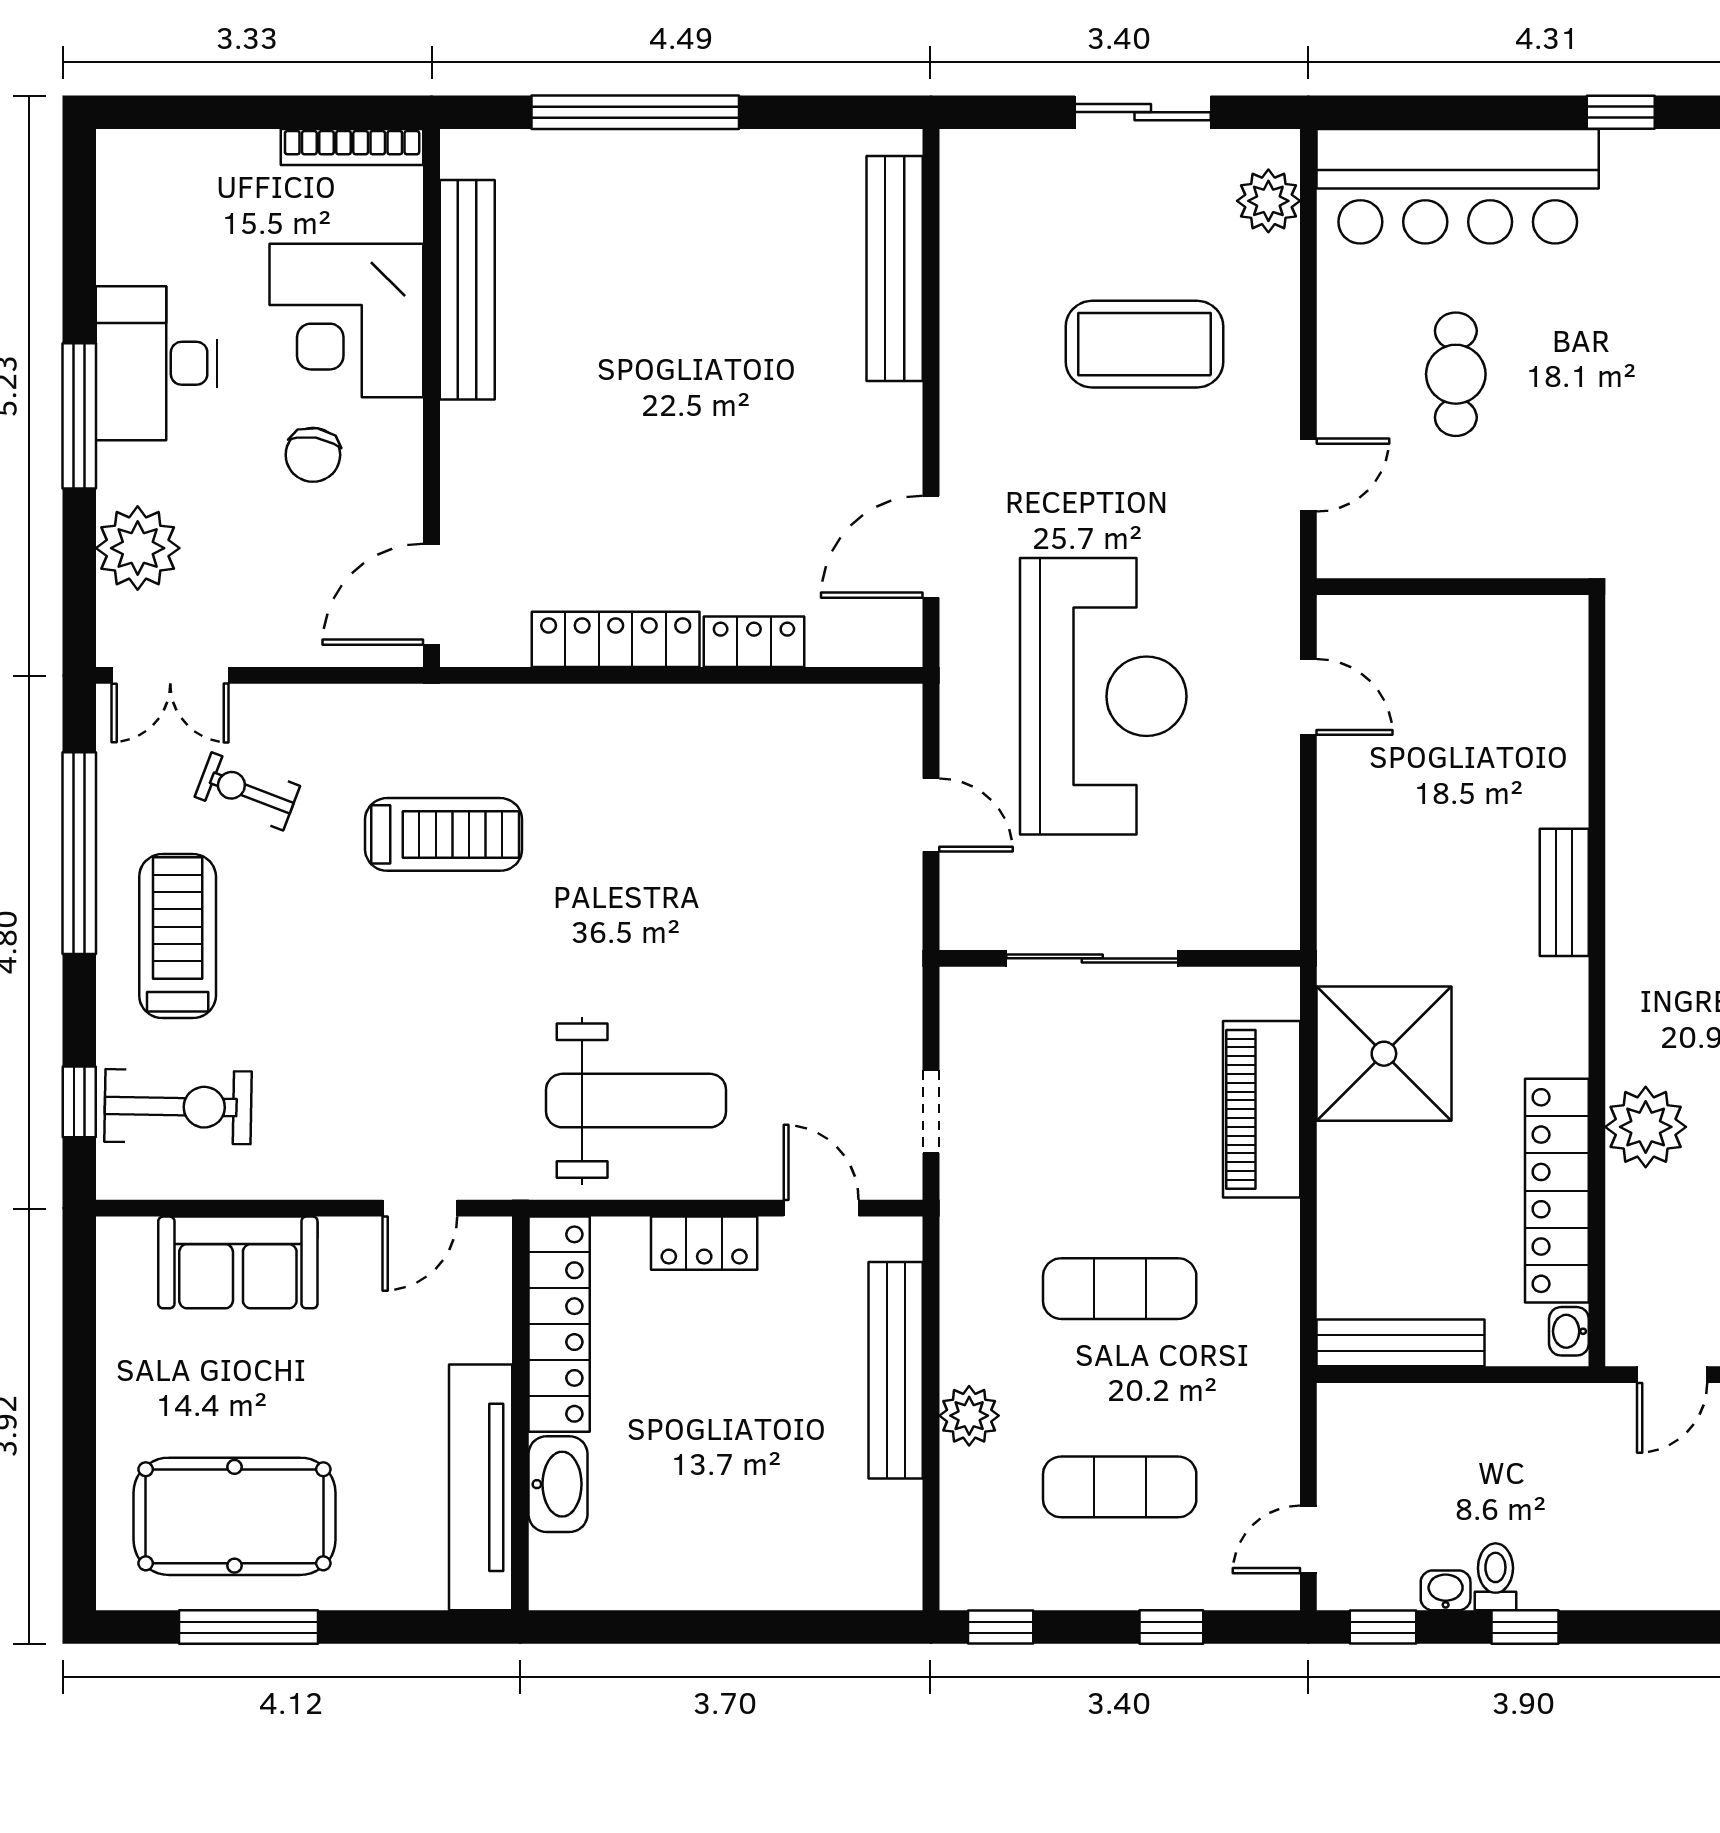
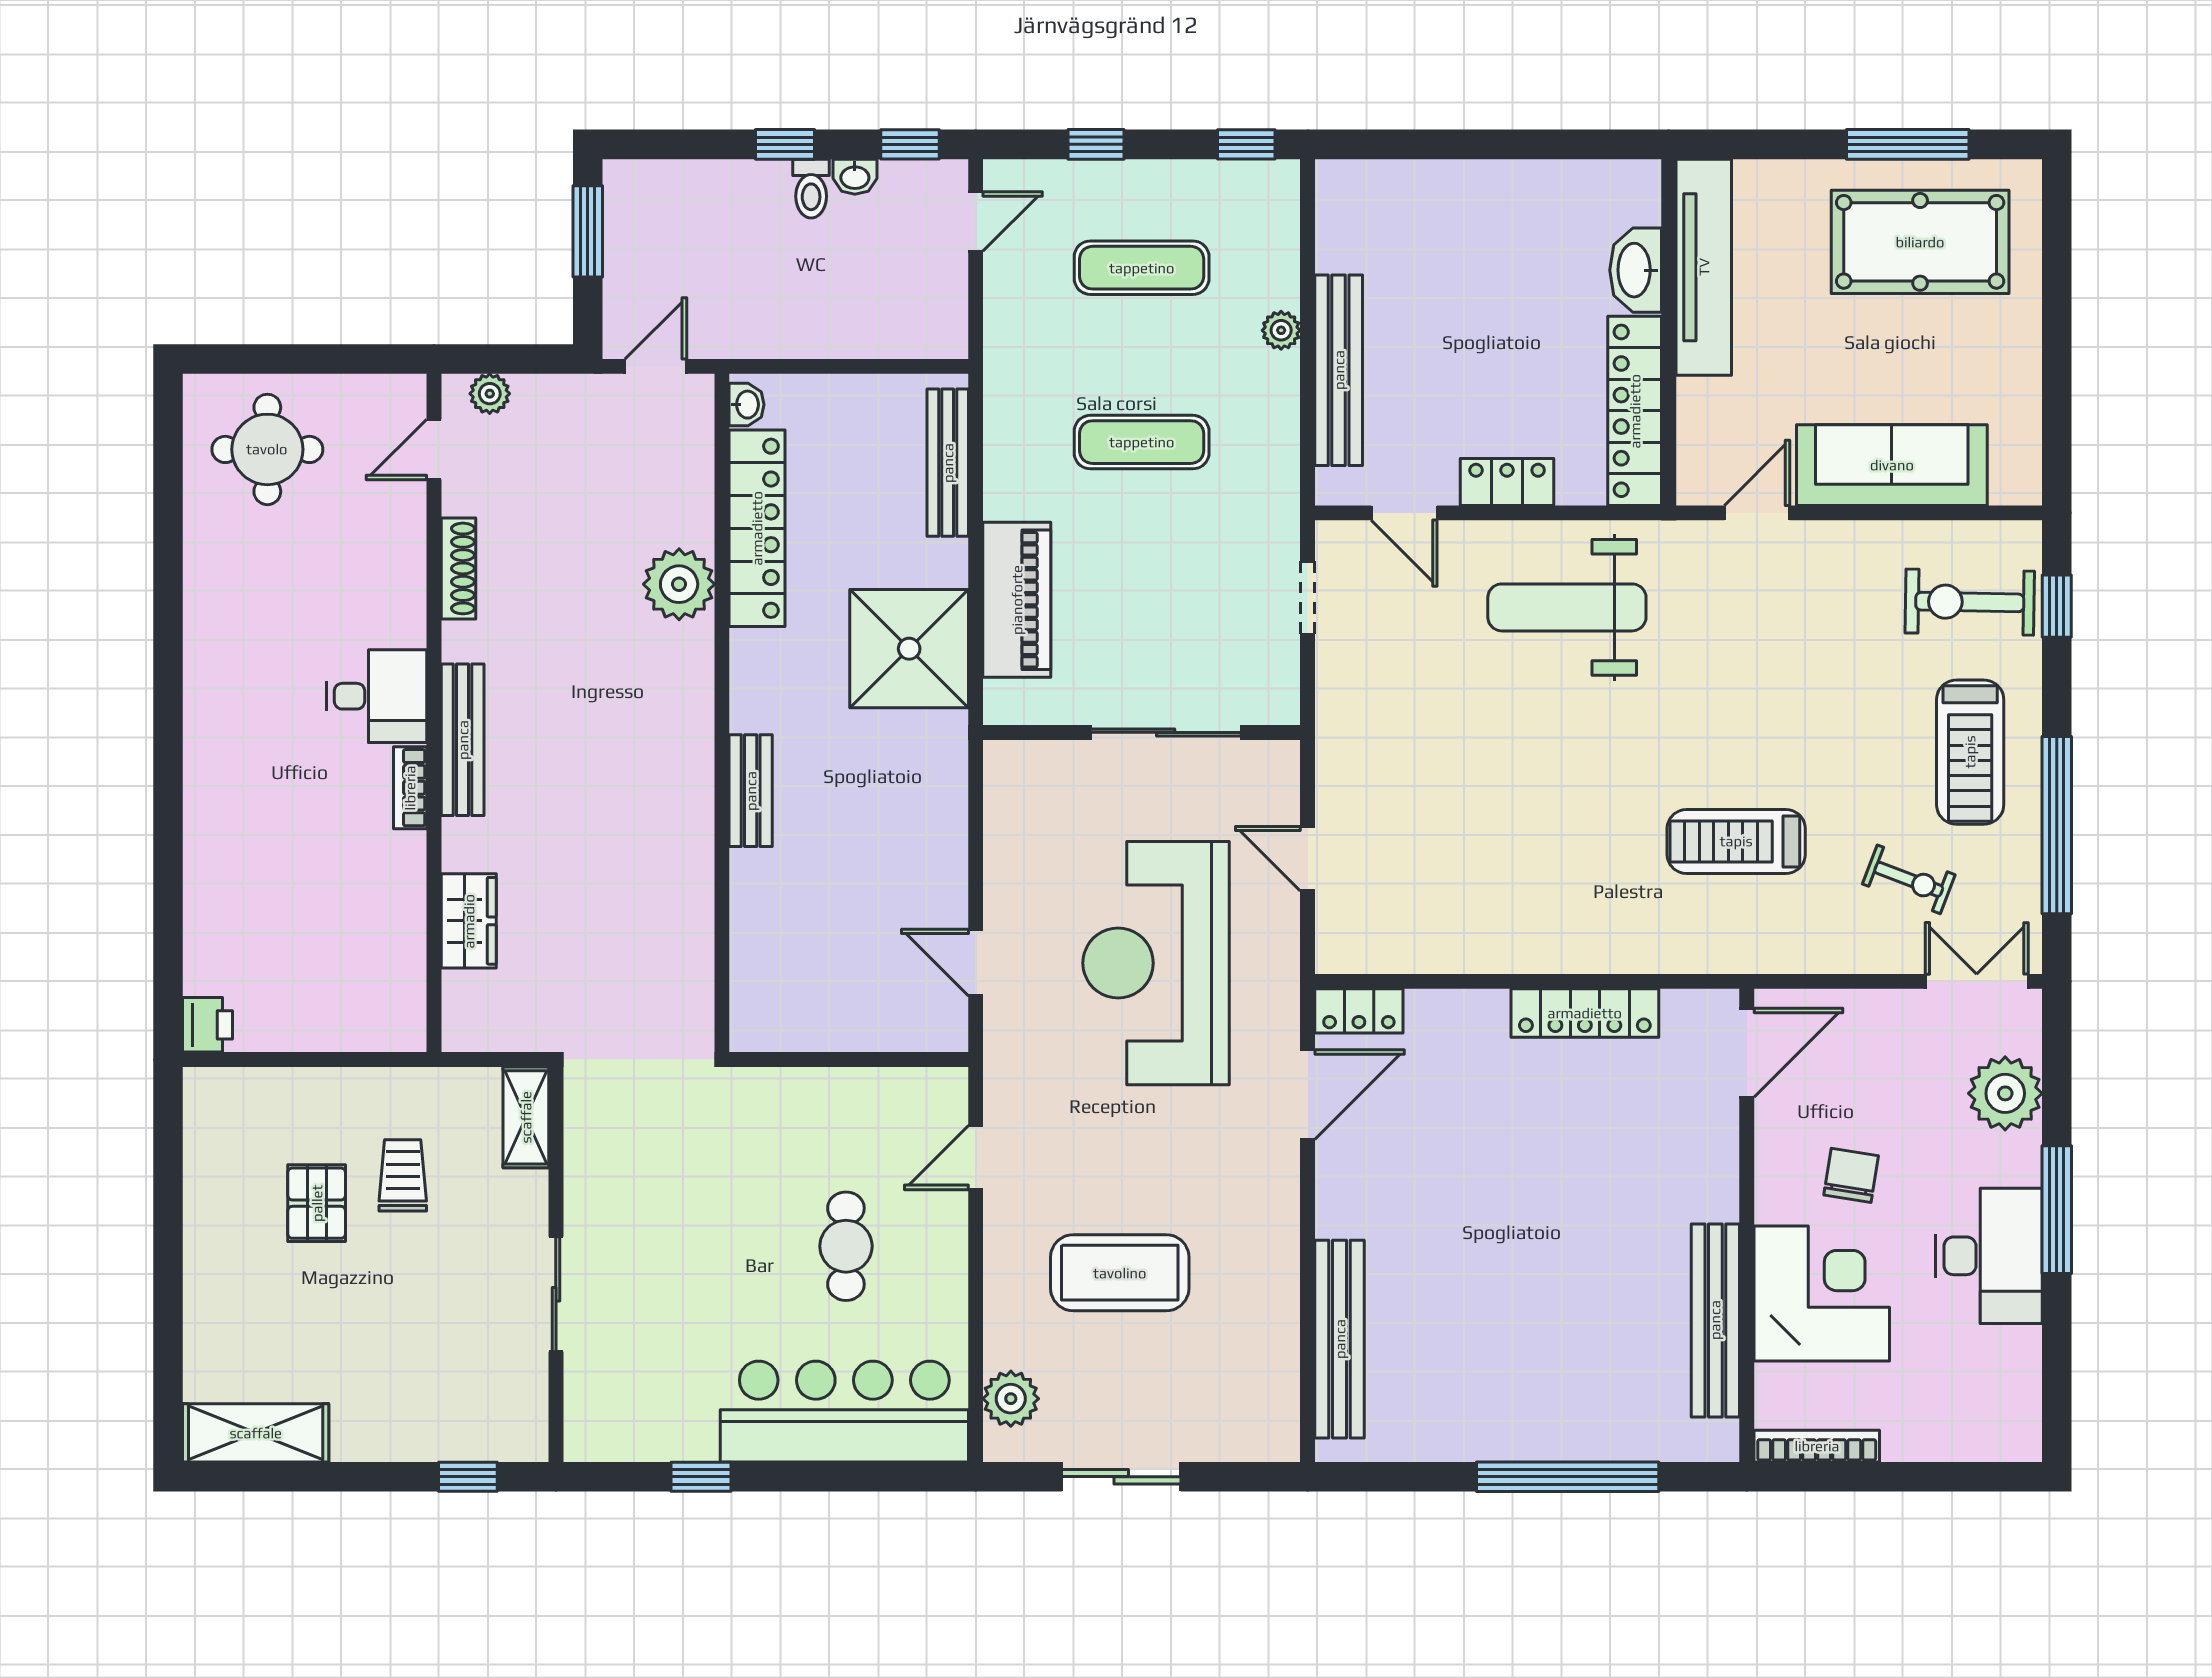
locker: (754, 642) -> (1359, 1011), moved
sofa: (238, 1262) -> (1892, 465), width x1.36
bench: (1401, 1343) -> (948, 463), moved, turned 90
plant: (969, 1416) -> (1281, 330), width x0.73, depth x0.73

